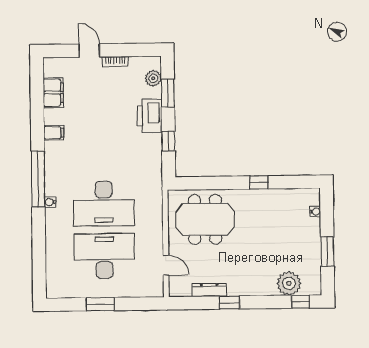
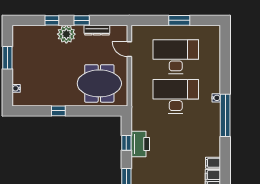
printer: (150, 116) -> (140, 144), moved
filing cabinet: (54, 133) -> (213, 163), moved
desk: (104, 256) -> (176, 57), turned 180
plant: (289, 283) -> (66, 34), moved
window: (301, 302) -> (52, 20), moved

